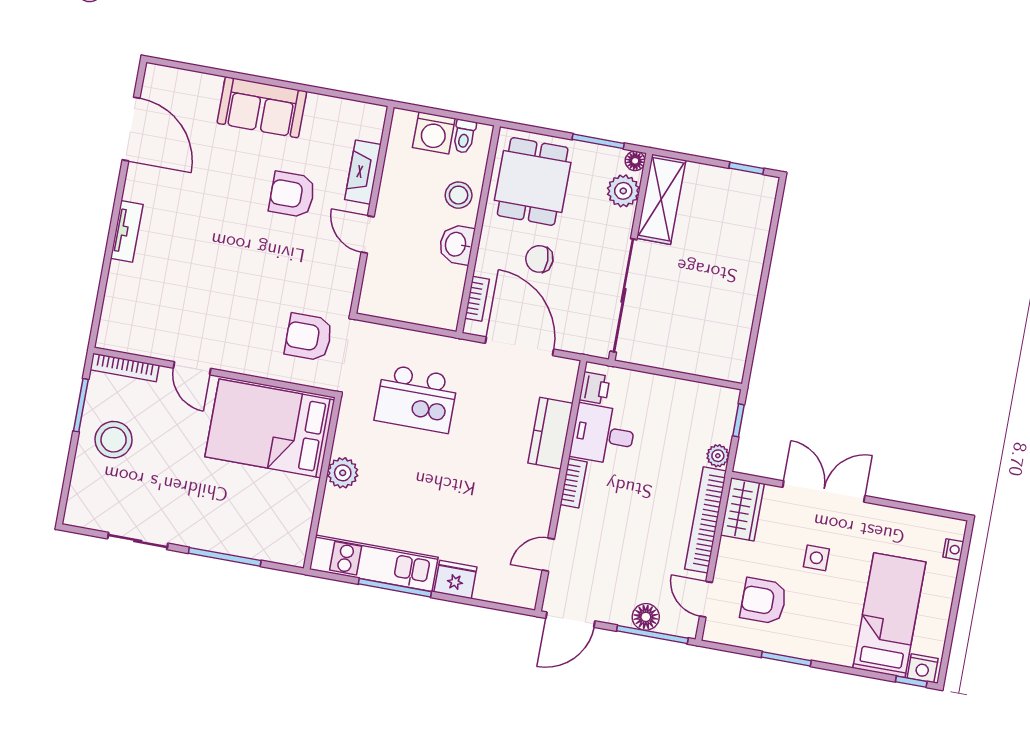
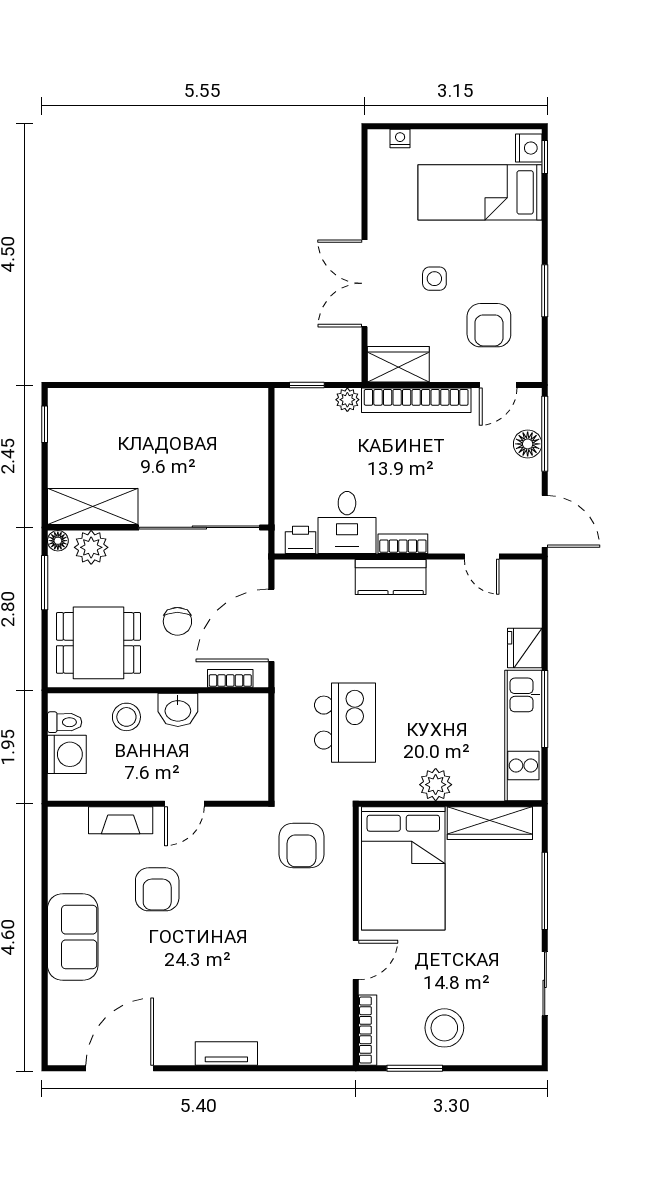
kitchen counter: (550, 433) -> (391, 577), moved
wardrobe: (297, 517) -> (490, 823), added

